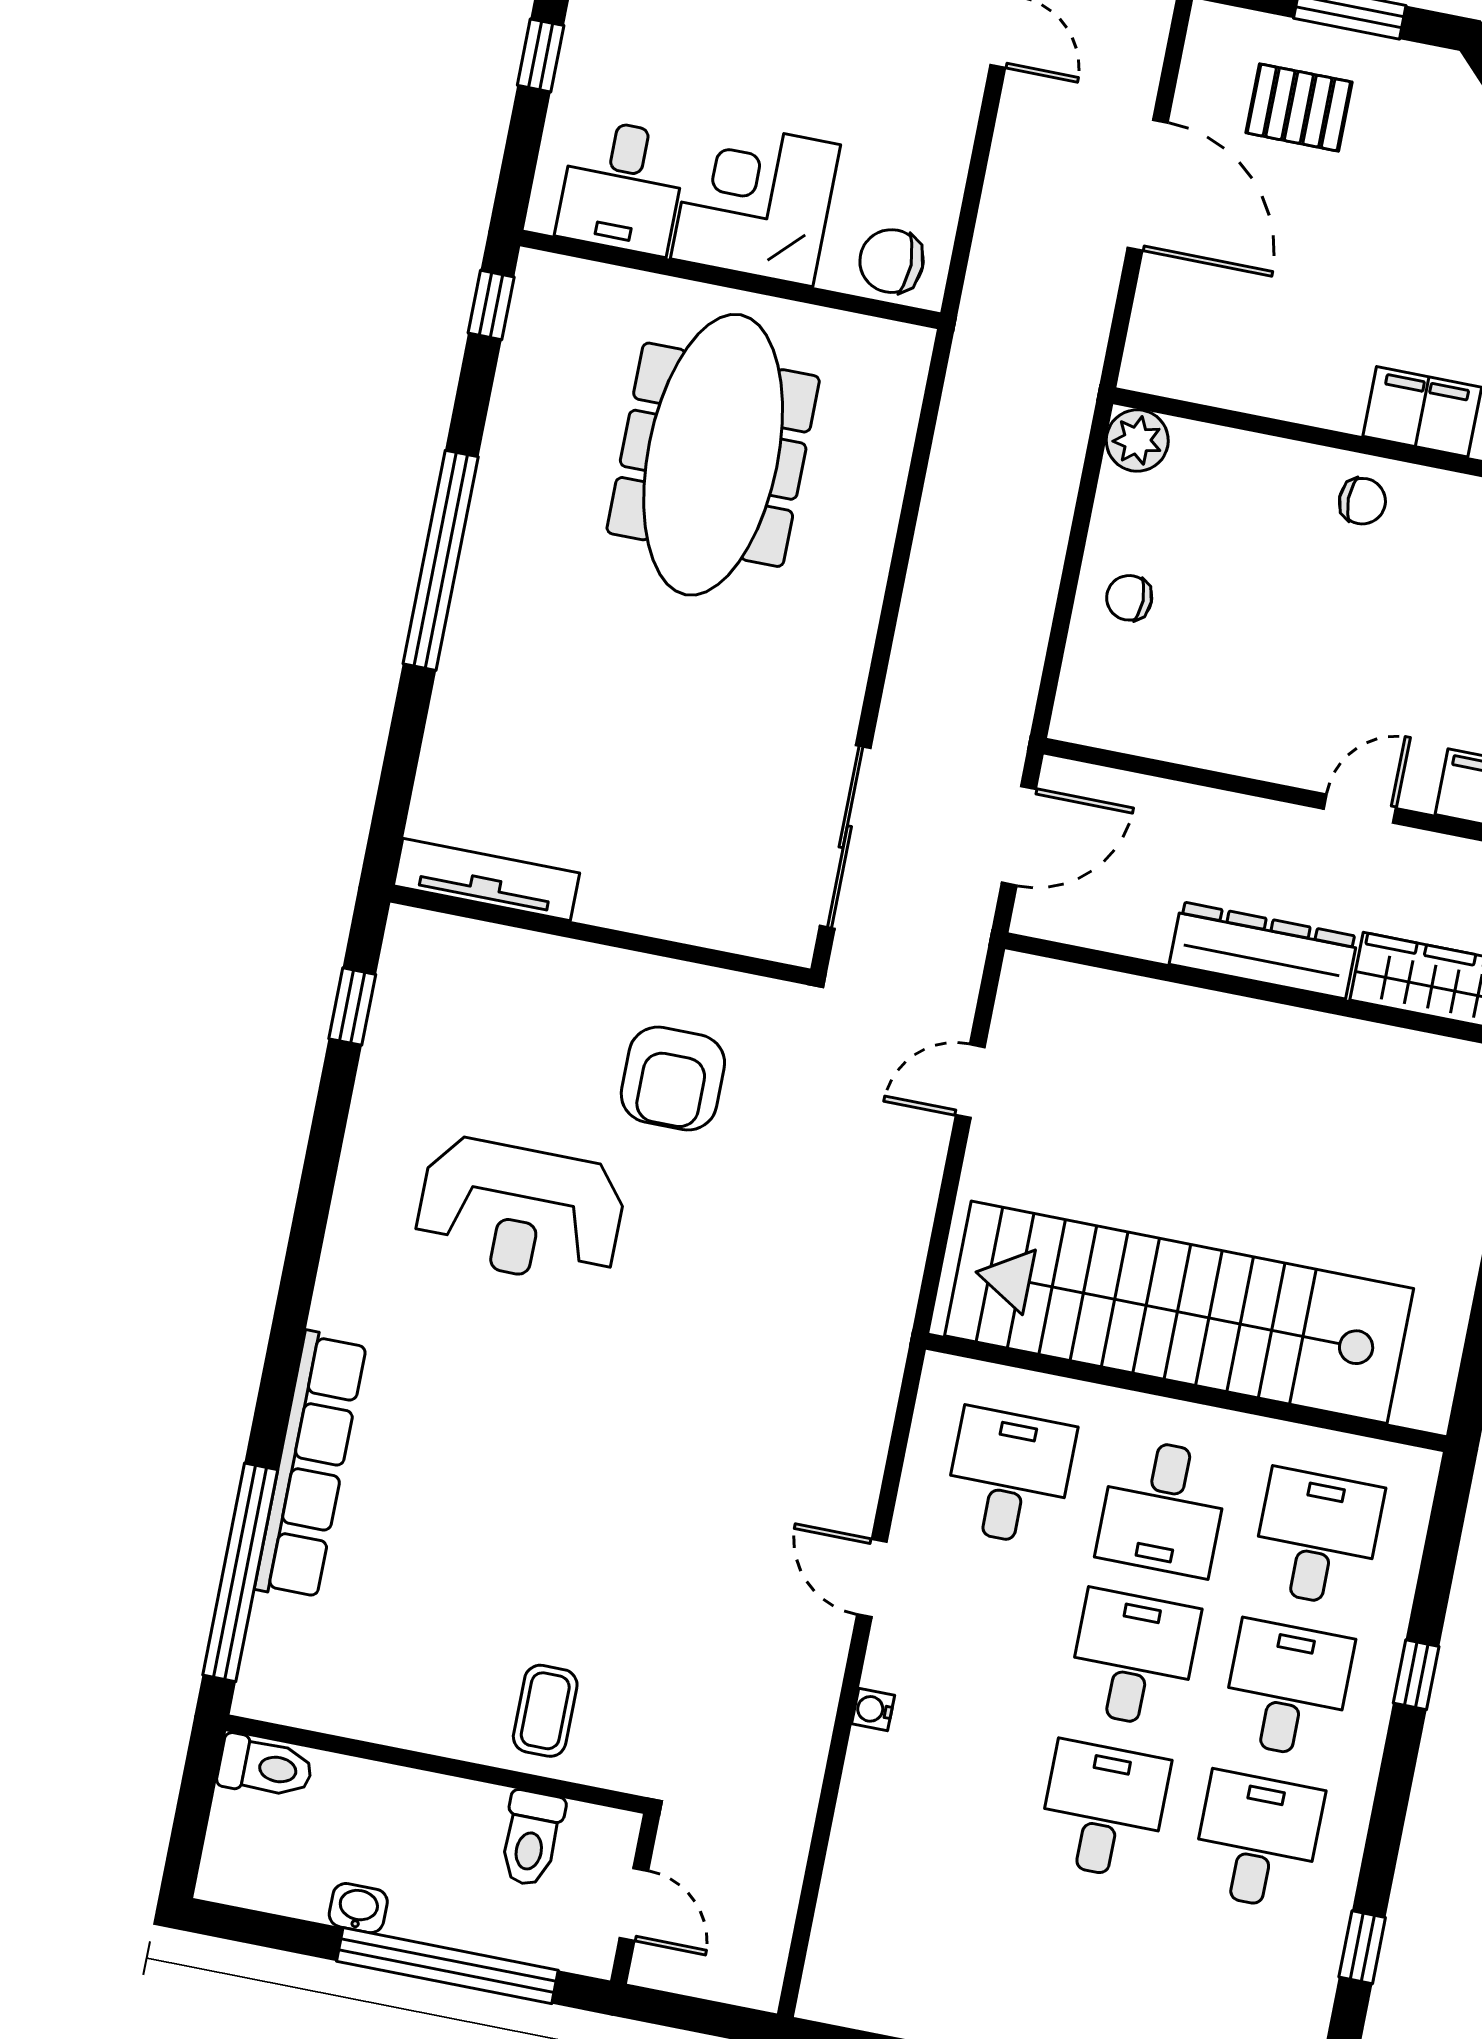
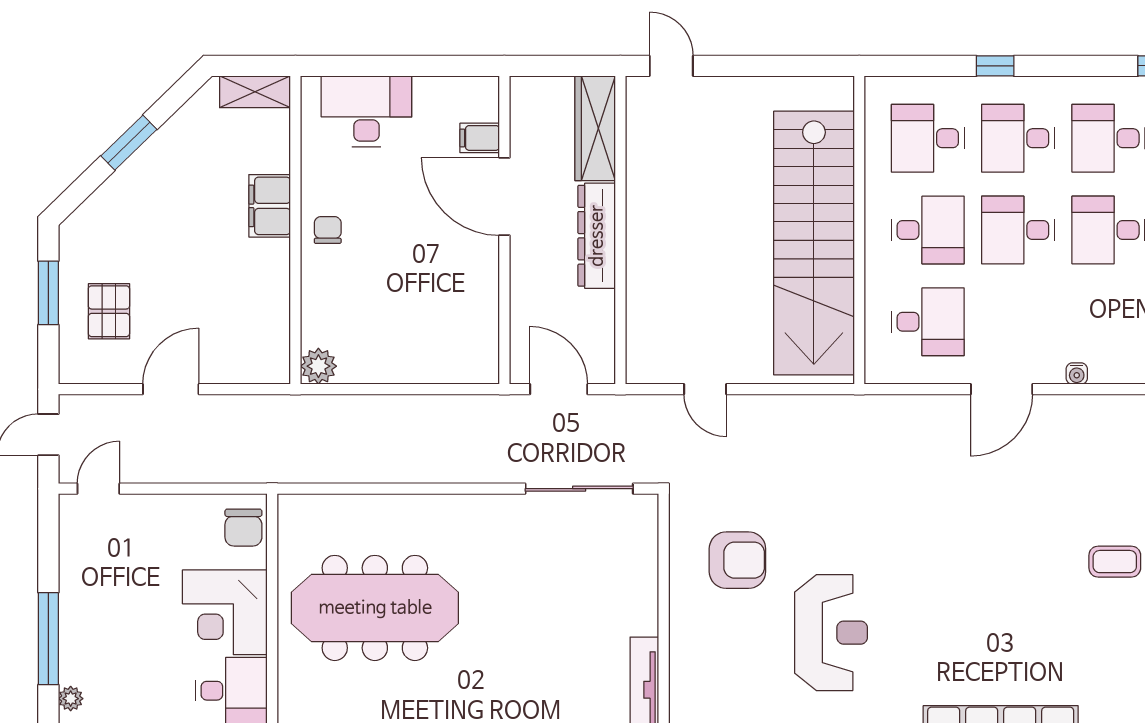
door: (1148, 185) -> (171, 389), width x0.73
chair: (1129, 598) -> (410, 353), removed
door: (1360, 809) -> (504, 197), width x1.87
desk: (1009, 1477) -> (928, 322), turned 180
door: (872, 1578) -> (1002, 389), width x1.37

